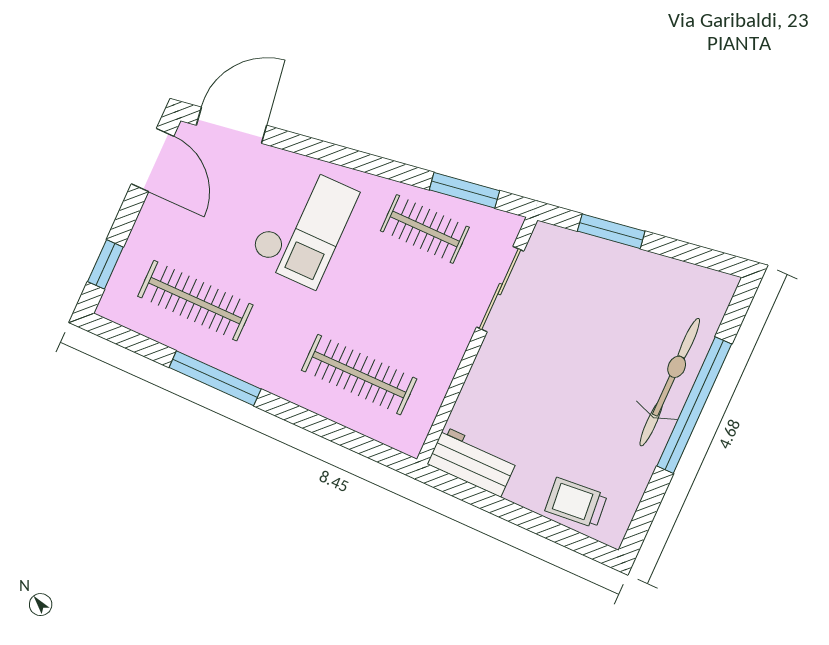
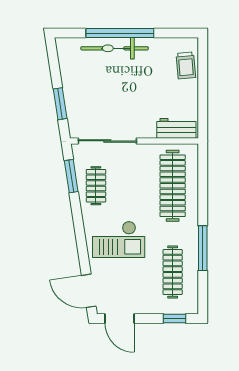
door: (153, 160) -> (120, 319), swing flipped
checkout: (304, 226) -> (119, 239), turned 180
sliding door: (500, 289) -> (107, 141), width x1.37
clothes rail: (359, 375) -> (173, 186), width x1.37, depth x1.31
workbench: (472, 462) -> (176, 128), moved, turned 90

